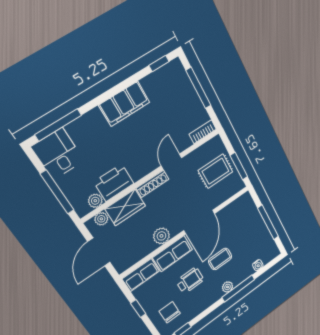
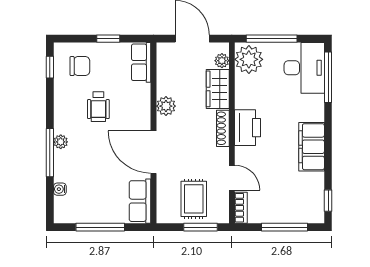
desk: (58, 154) -> (304, 68), width x1.37
door: (171, 162) -> (232, 178), moved
window: (239, 166) -> (201, 227), moved
printer: (114, 183) -> (248, 128), moved
plant: (95, 201) -> (249, 59), width x1.87, depth x1.87
row of seats: (173, 254) -> (140, 201), moved
coffee table: (220, 259) -> (98, 151), removed

